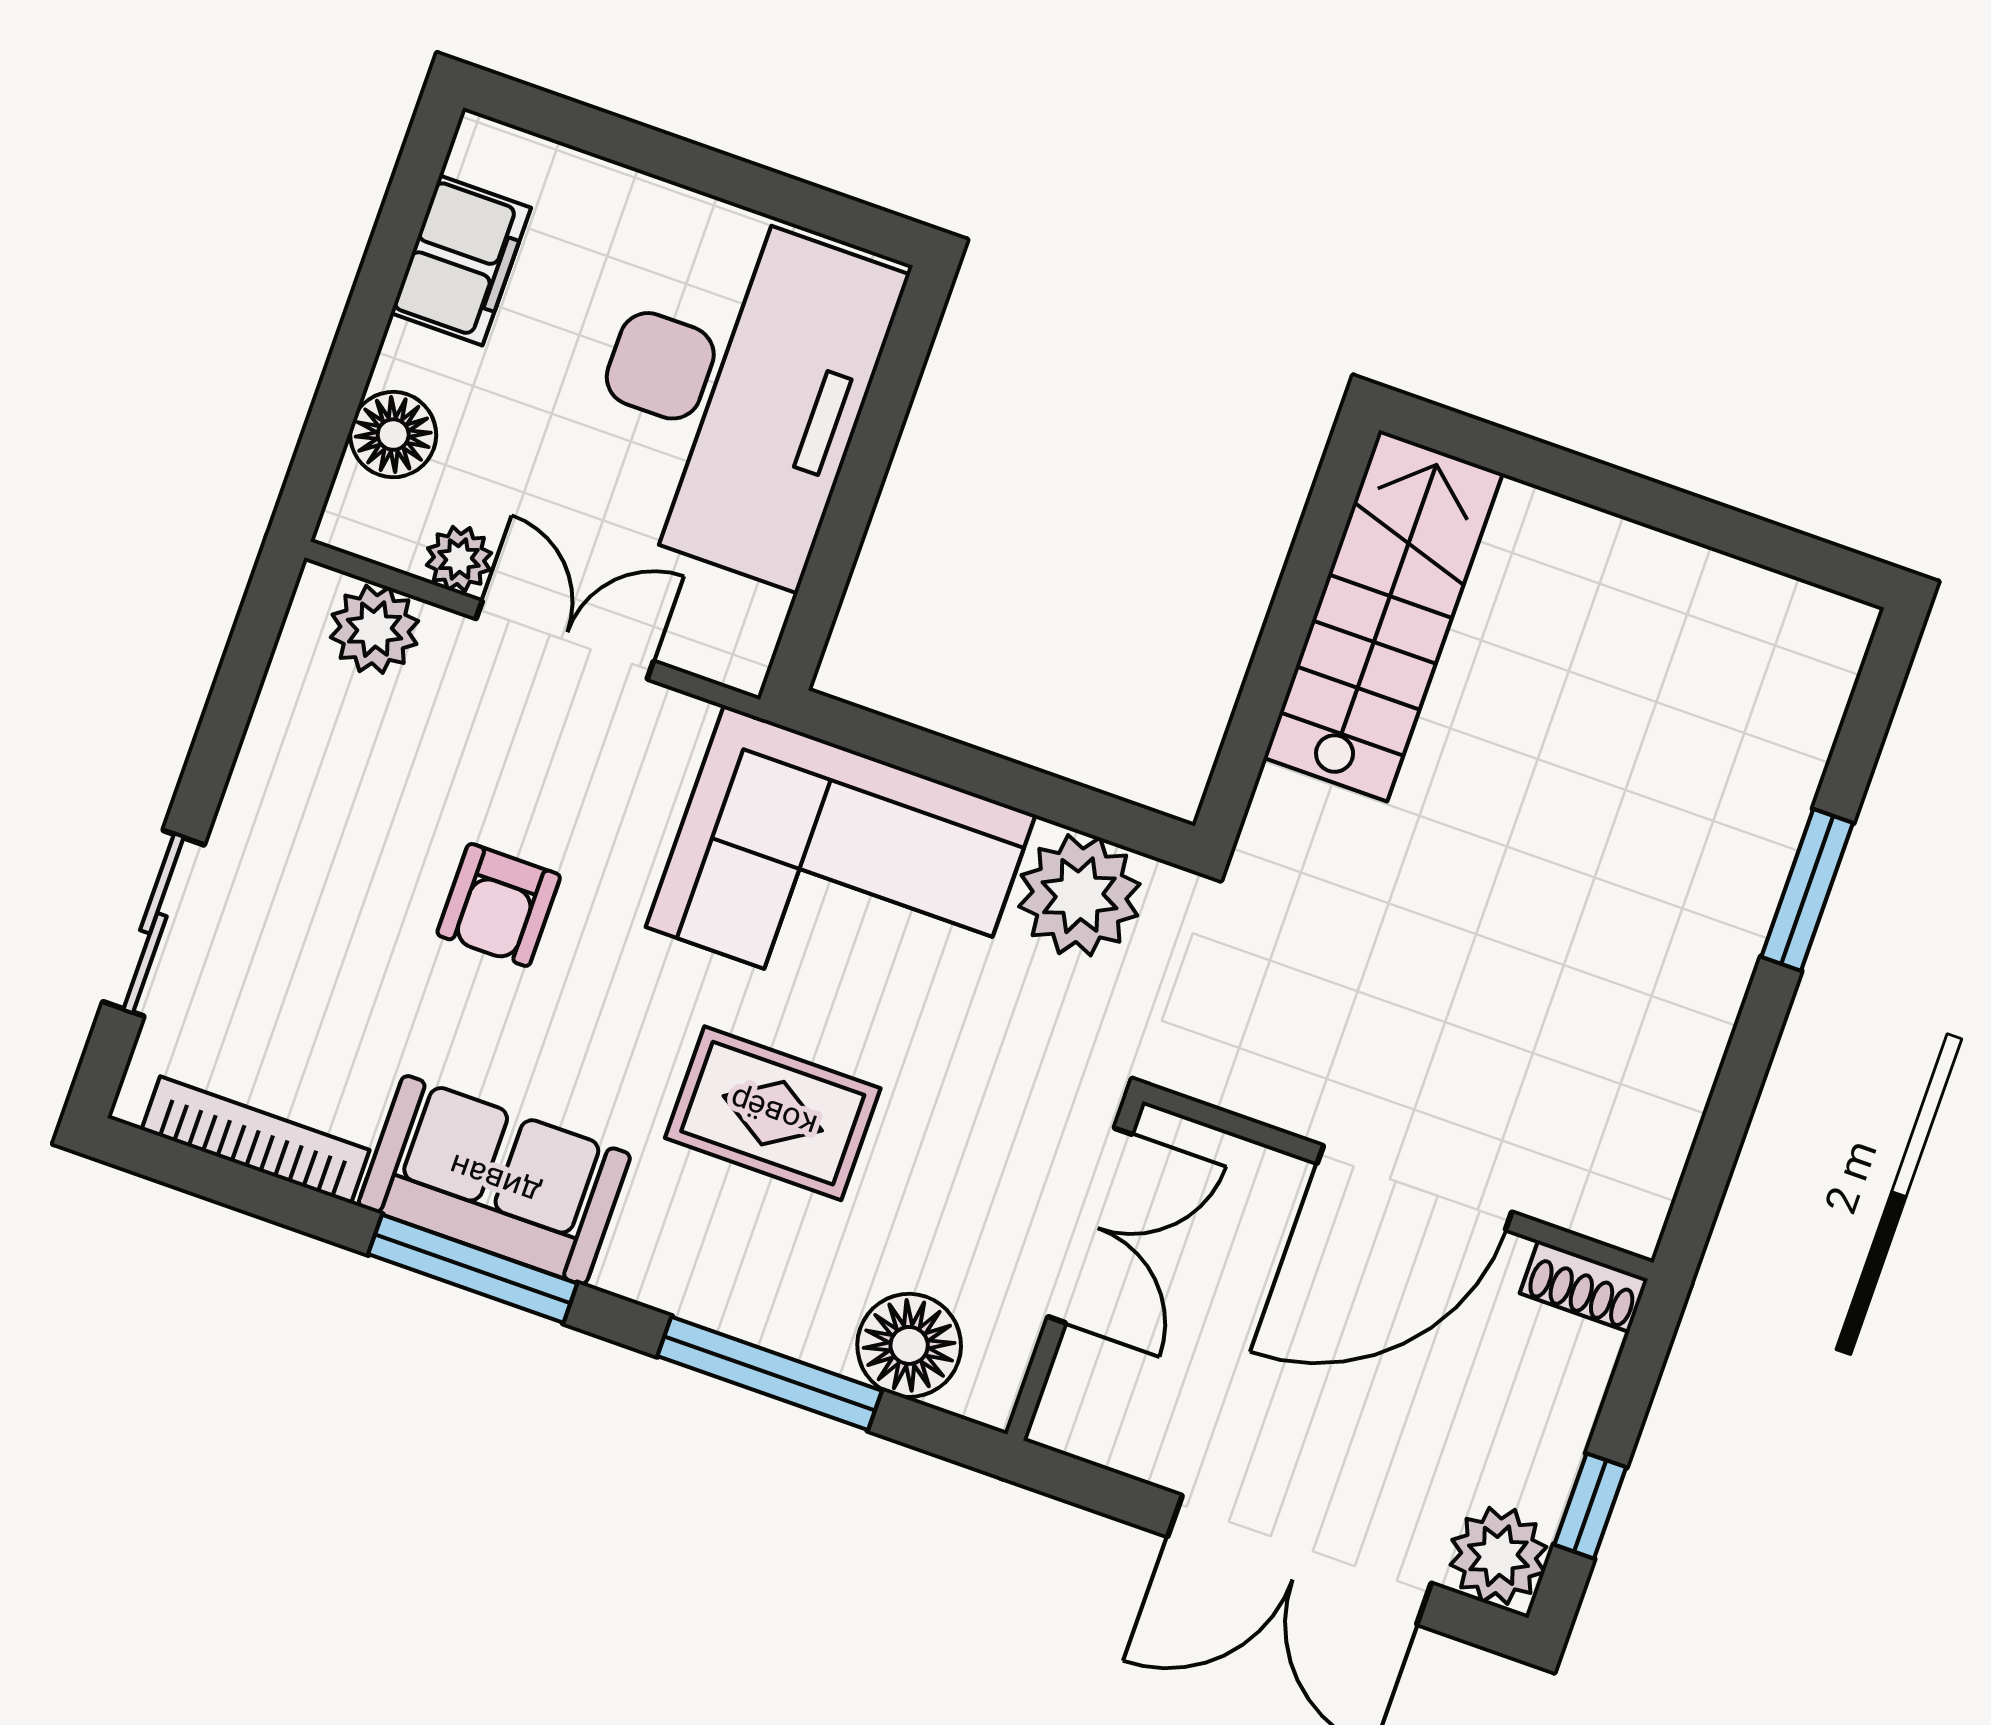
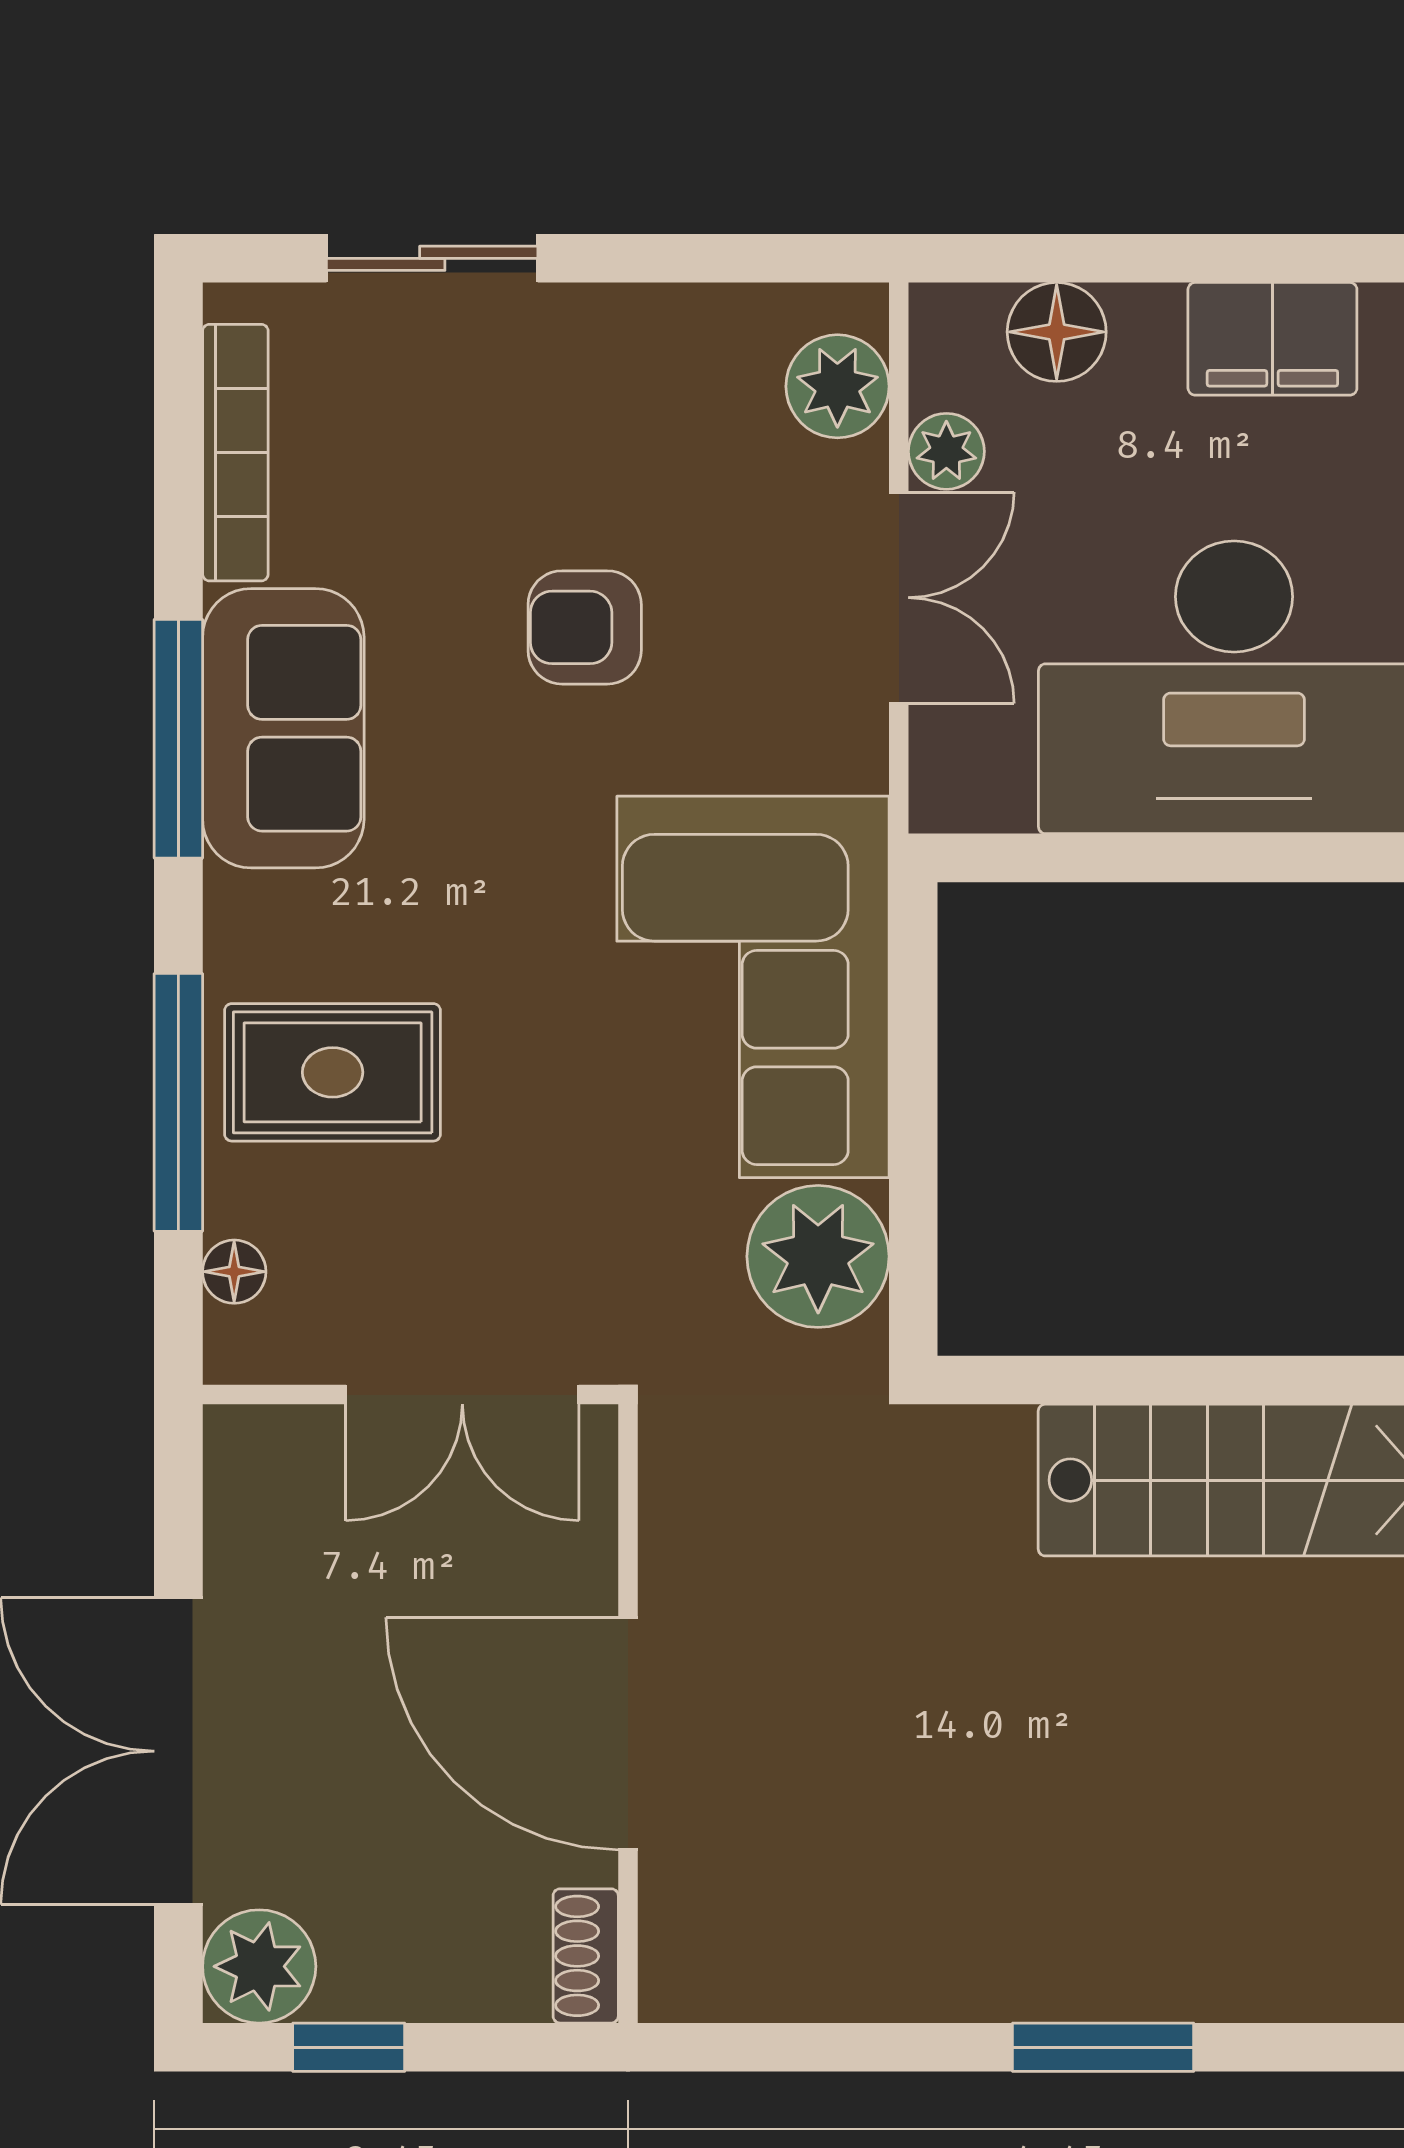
rug: (773, 1113) -> (333, 1072), moved, turned 90
floor lamp: (909, 1345) -> (234, 1272), width x0.53, depth x0.53

